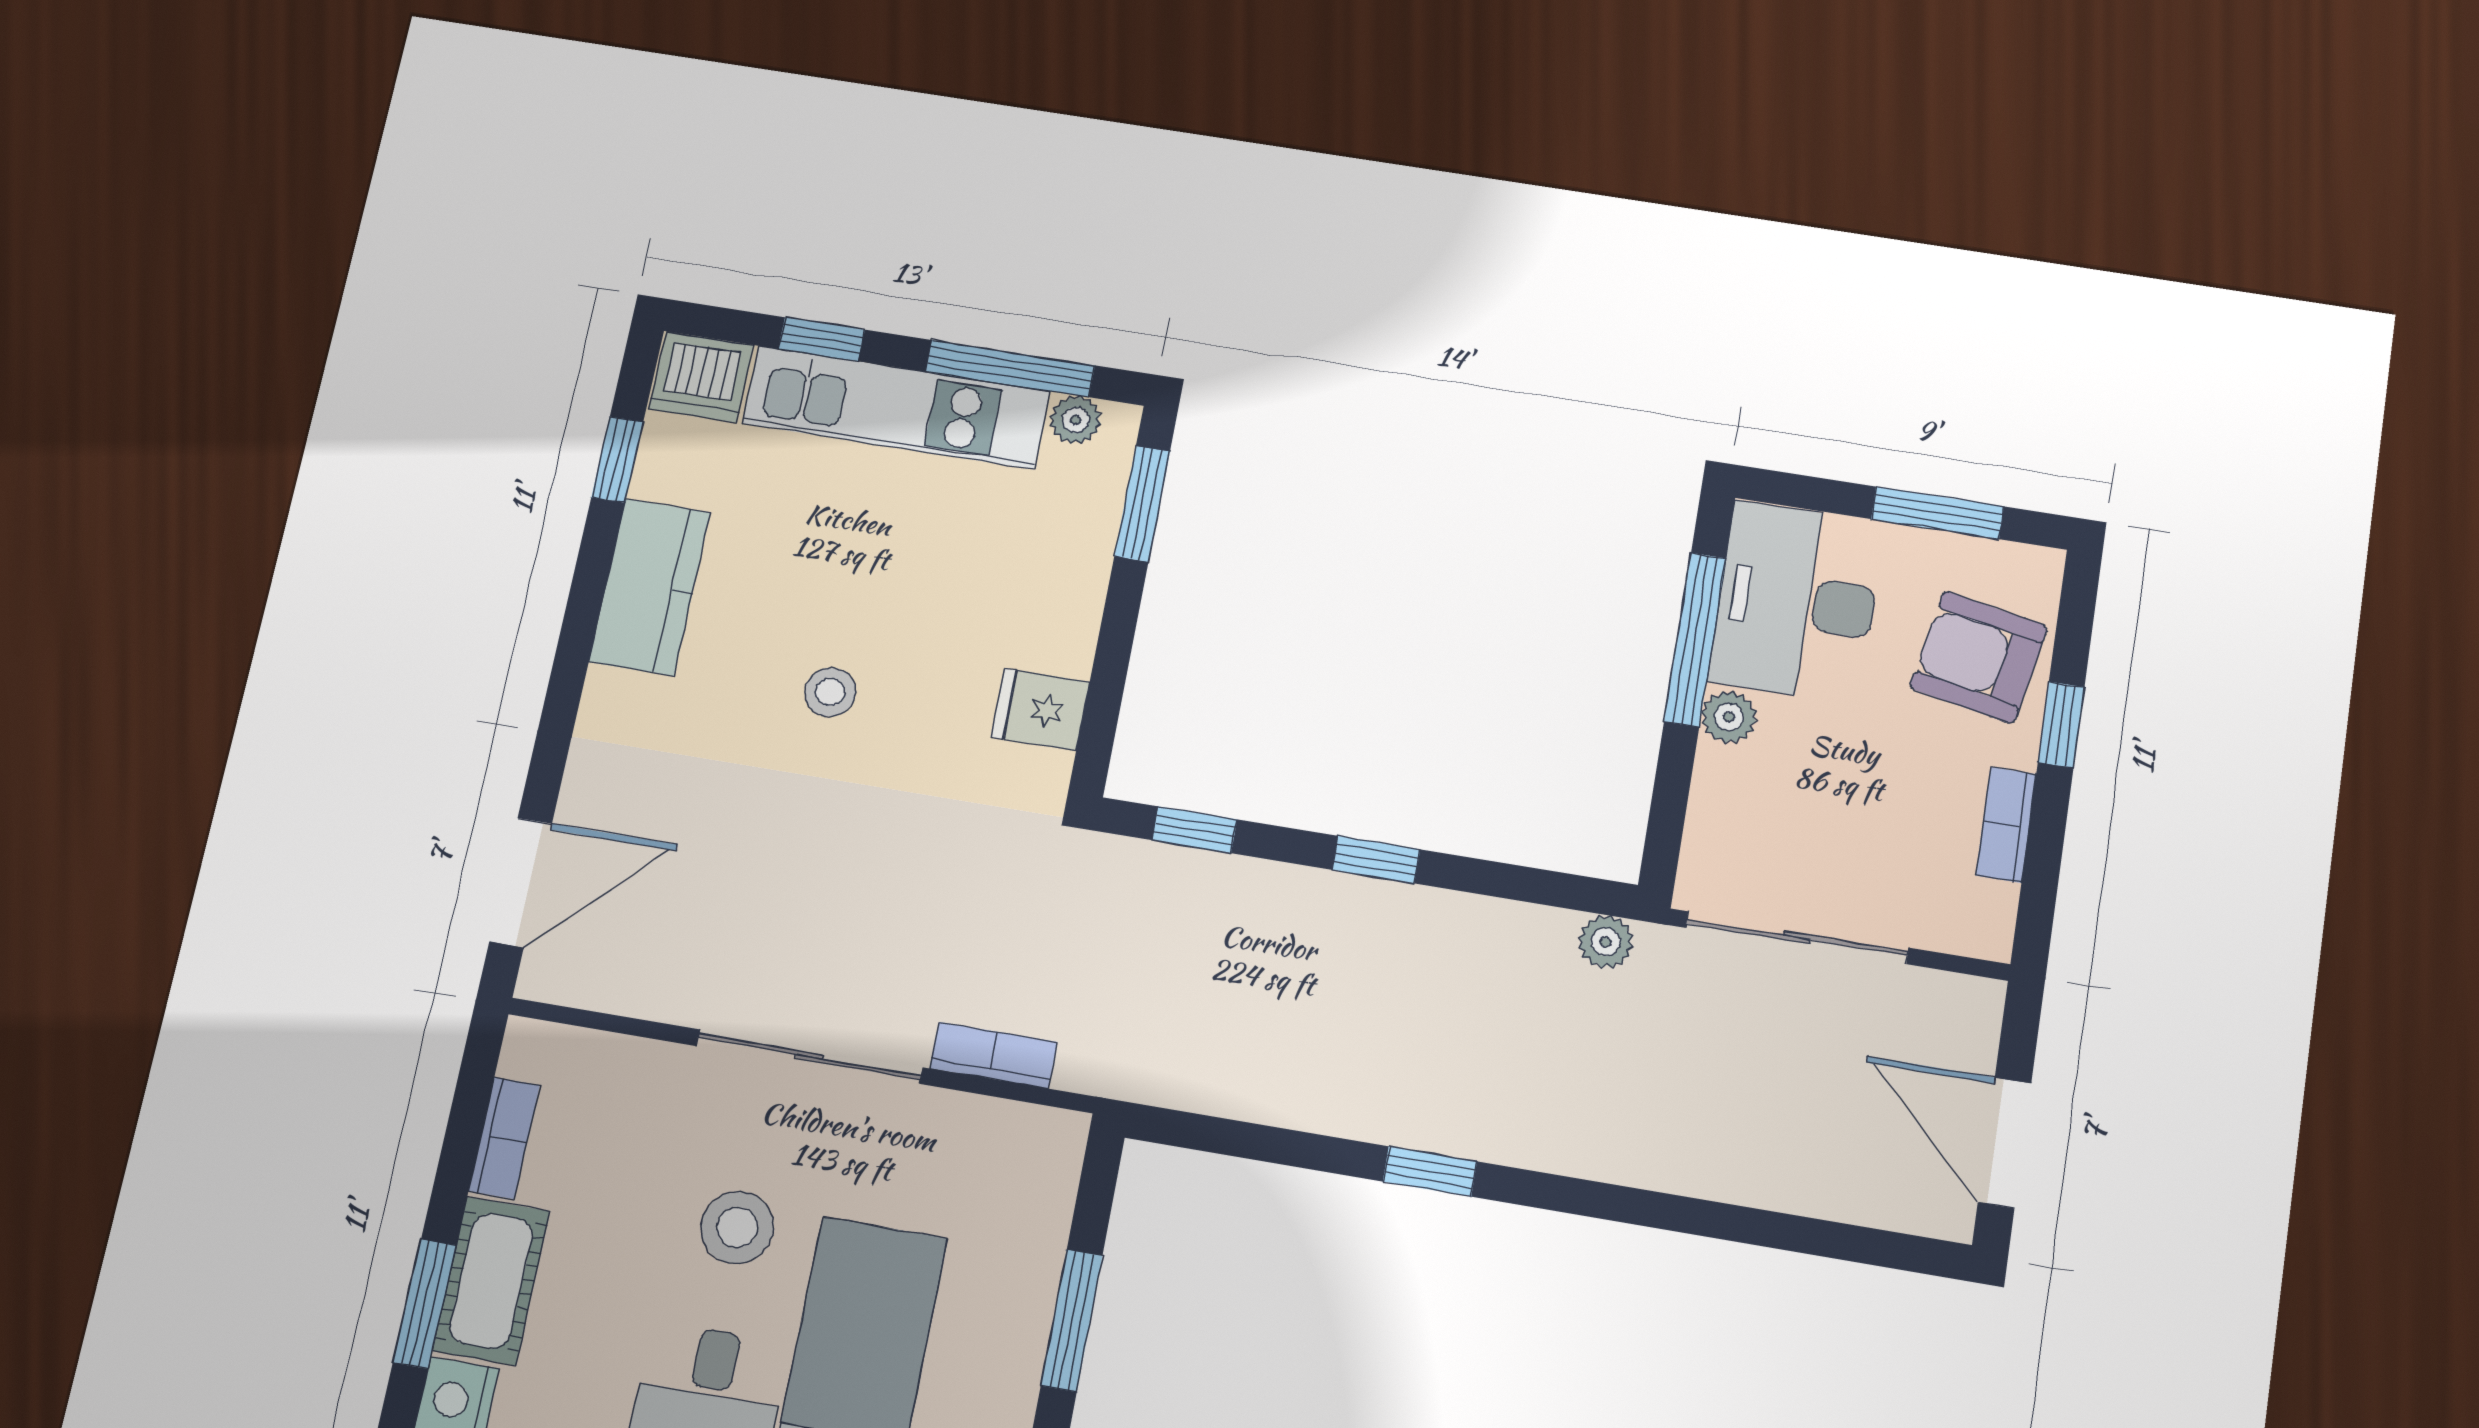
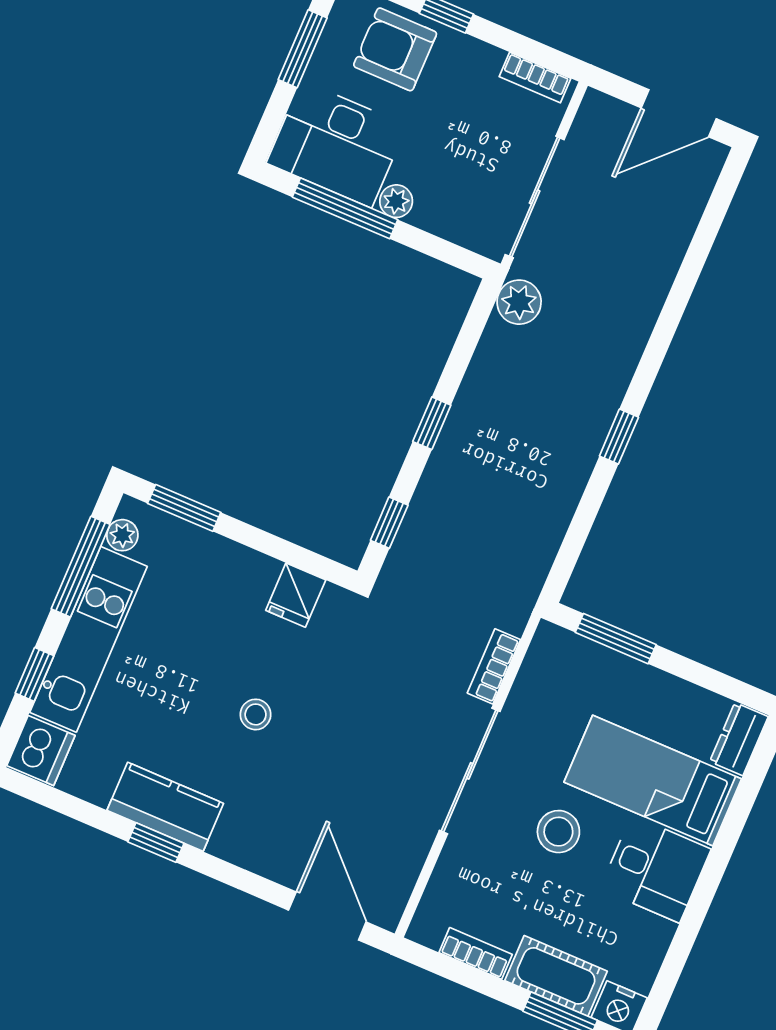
window: (617, 459) -> (156, 843), moved
armchair: (1979, 657) -> (395, 49), turned 79
bookcase: (2006, 825) -> (535, 78), moved
plant: (1606, 942) -> (519, 302), width x1.38, depth x1.38
window: (1072, 1320) -> (616, 639), moved

